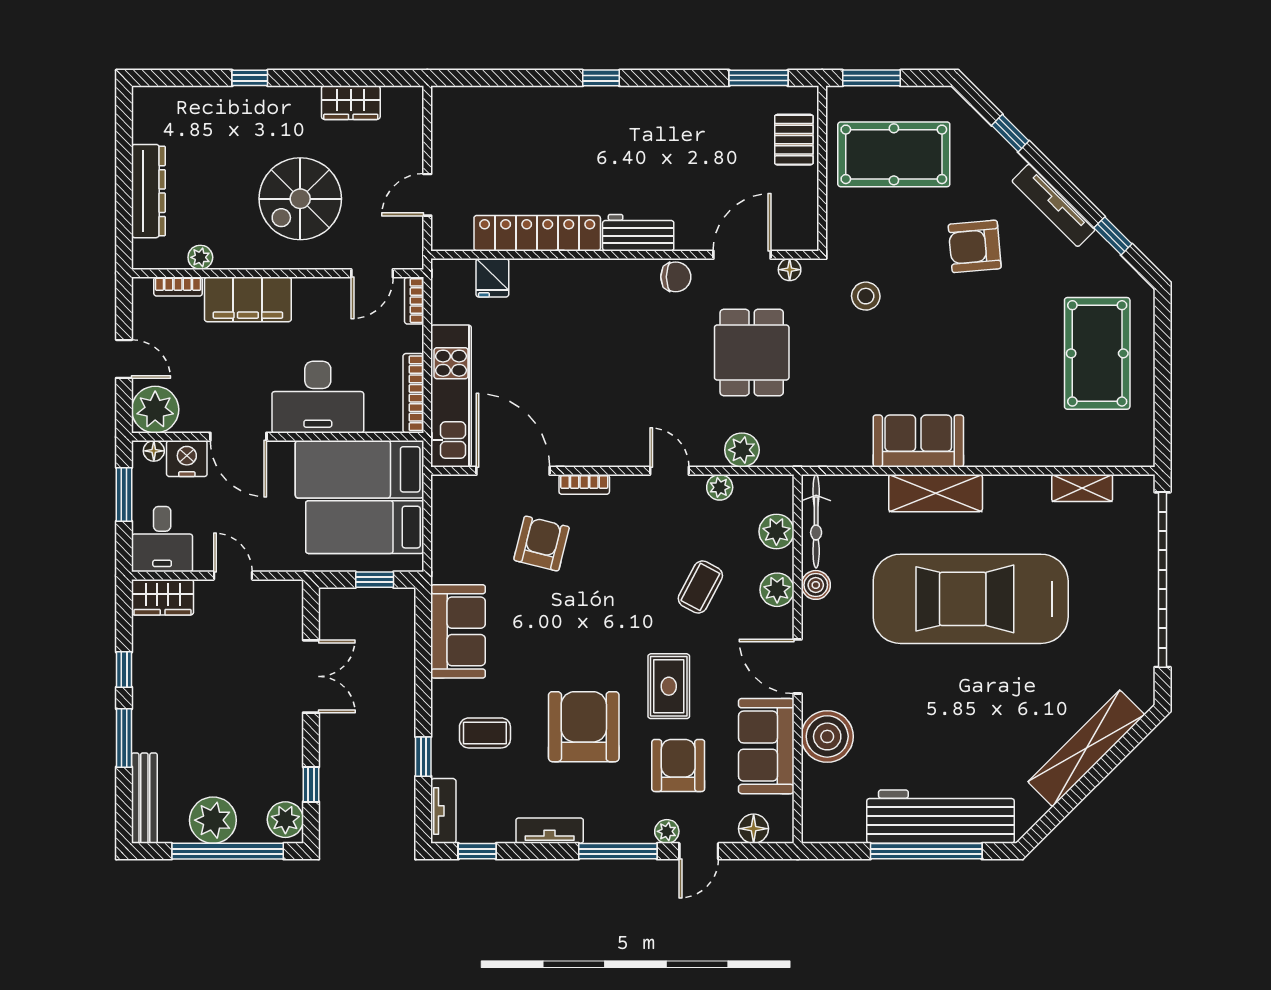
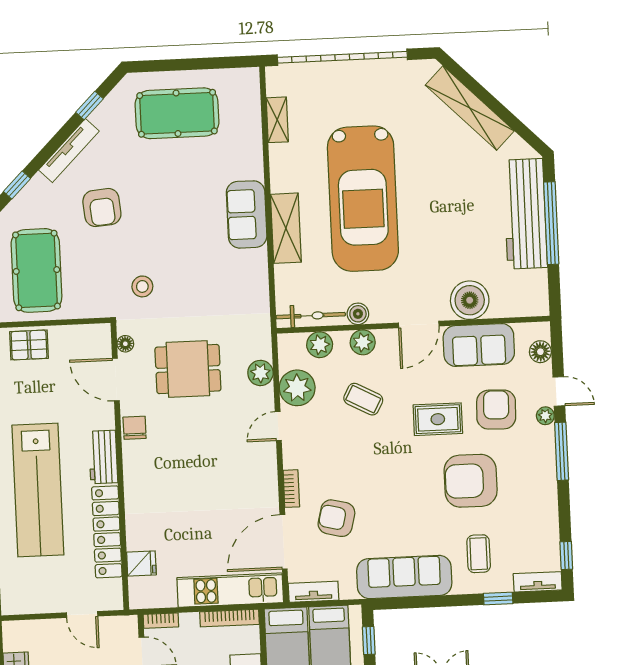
lab bench: (598, 143) -> (38, 490), added
sofa: (918, 441) -> (247, 214), moved
plant: (720, 487) -> (297, 388), width x1.88, depth x1.88
sofa: (458, 631) -> (404, 577), width x1.36
armchair: (678, 765) -> (496, 410), turned 92
tv unit: (550, 831) -> (313, 592), moved, turned 90

